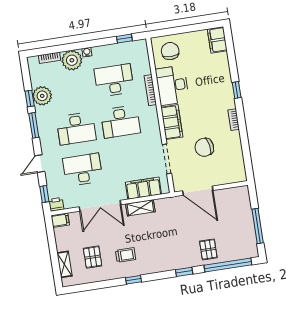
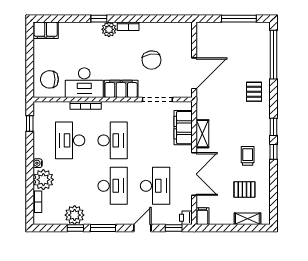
plant: (228, 101) -> (109, 29), added
door: (40, 164) -> (142, 228), swing flipped
desk: (83, 170) -> (155, 186), turned 180
pallet: (208, 249) -> (254, 92), moved, turned 90
window: (184, 272) -> (274, 127), moved

